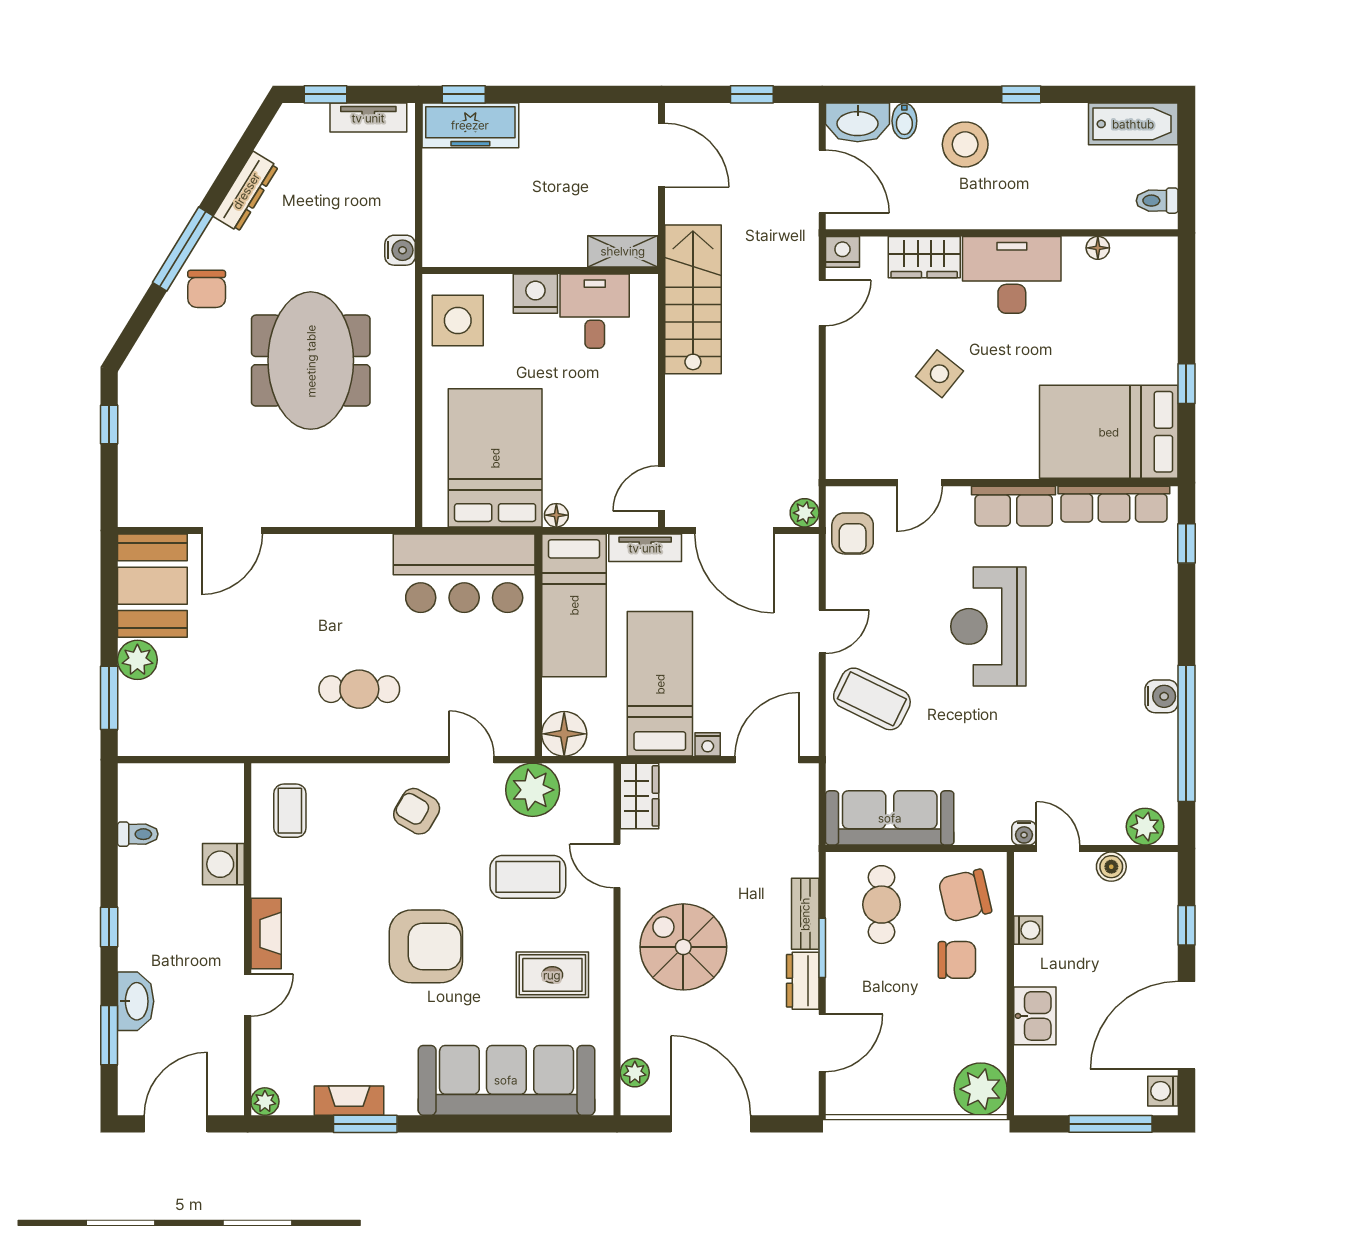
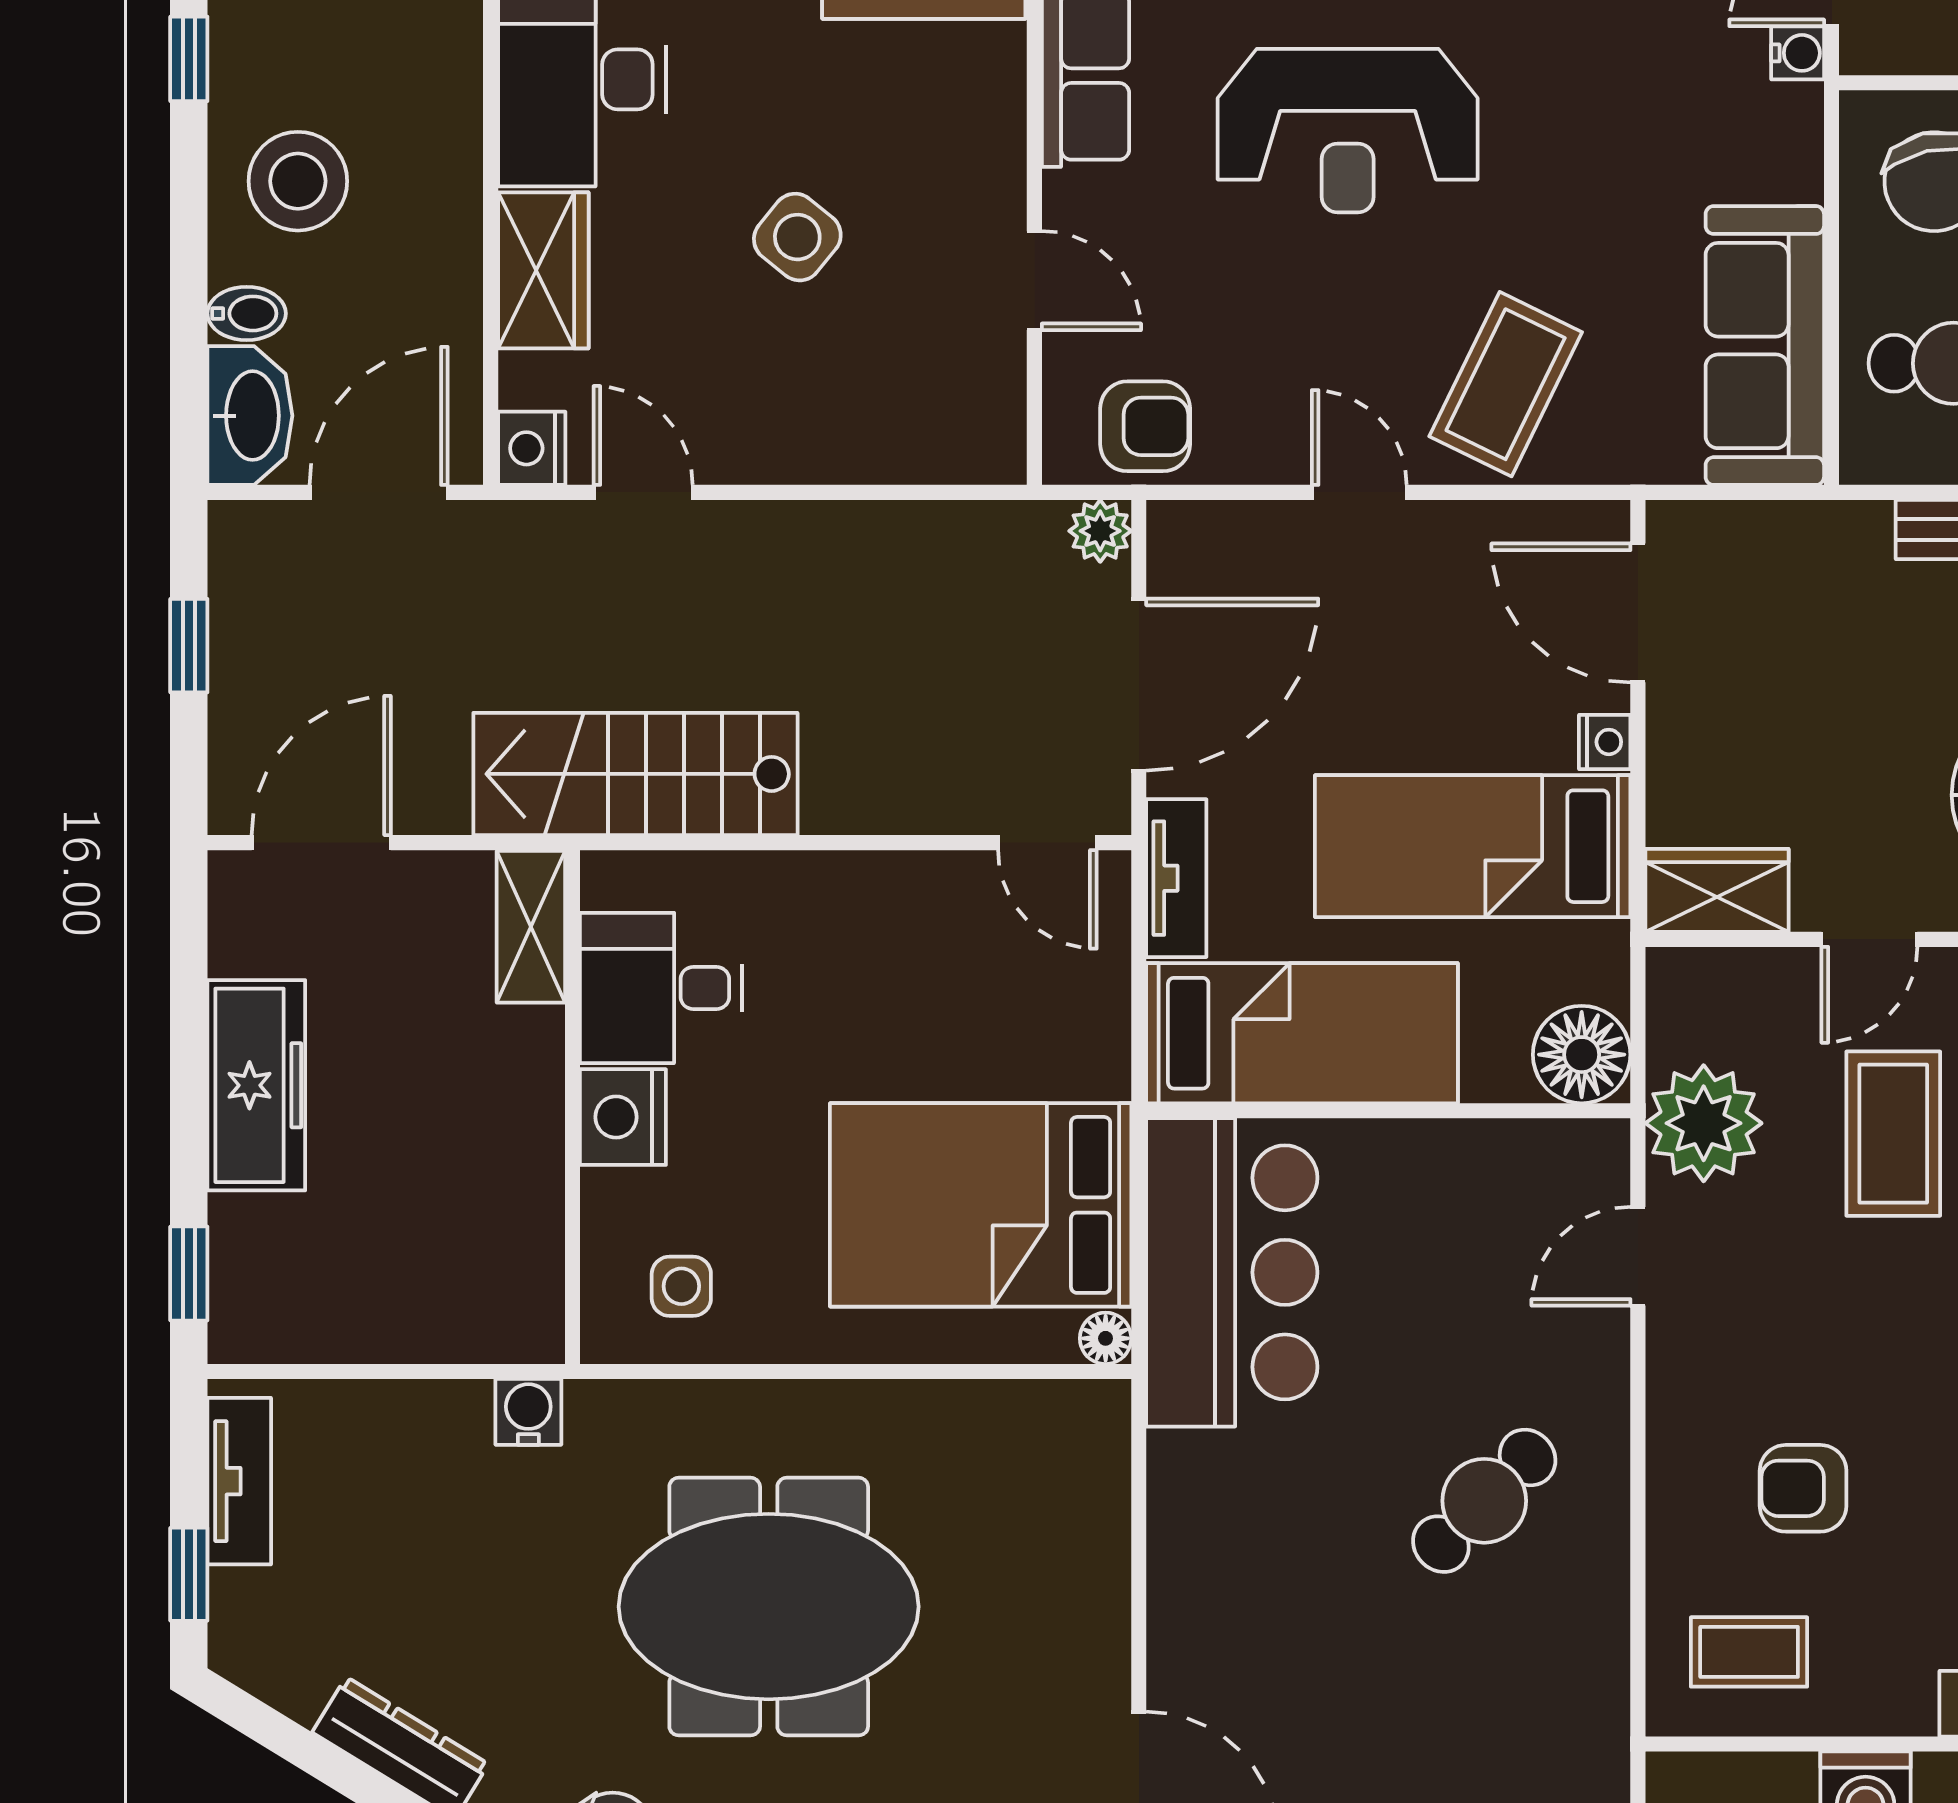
freezer: (470, 125) -> (256, 1085), moved
side table: (458, 320) -> (681, 1286), width x0.54, depth x0.54
floor lamp: (556, 515) -> (1106, 1338), moved
cafe table: (359, 689) -> (1484, 1501), turned 45
armchair: (417, 811) -> (1803, 1488), moved, turned 60

